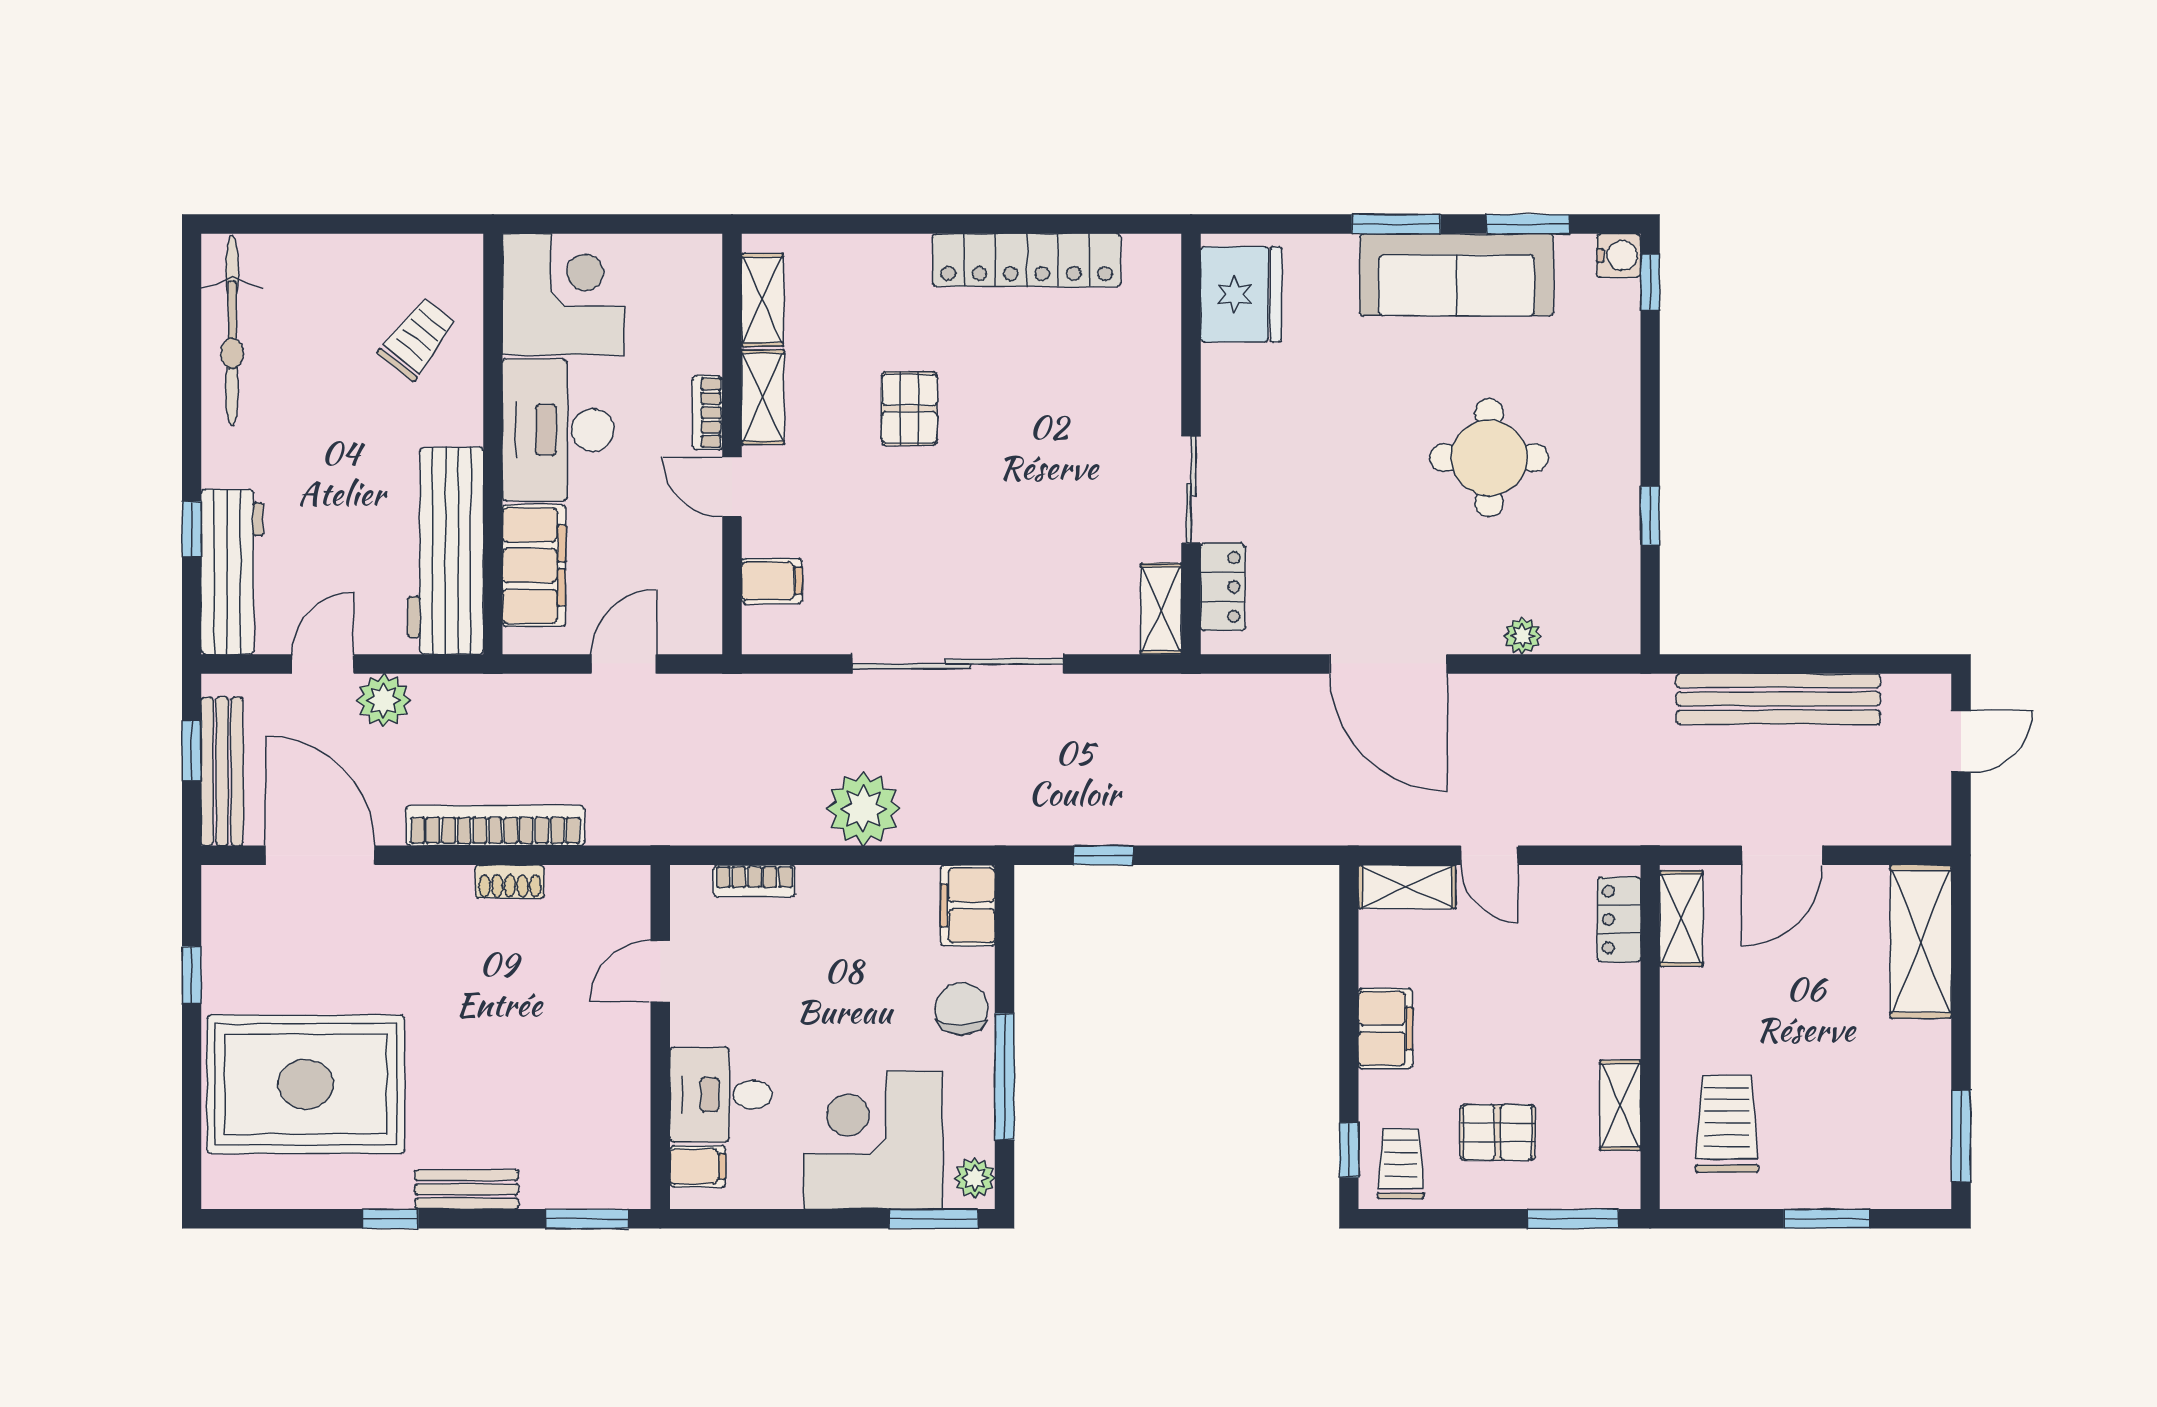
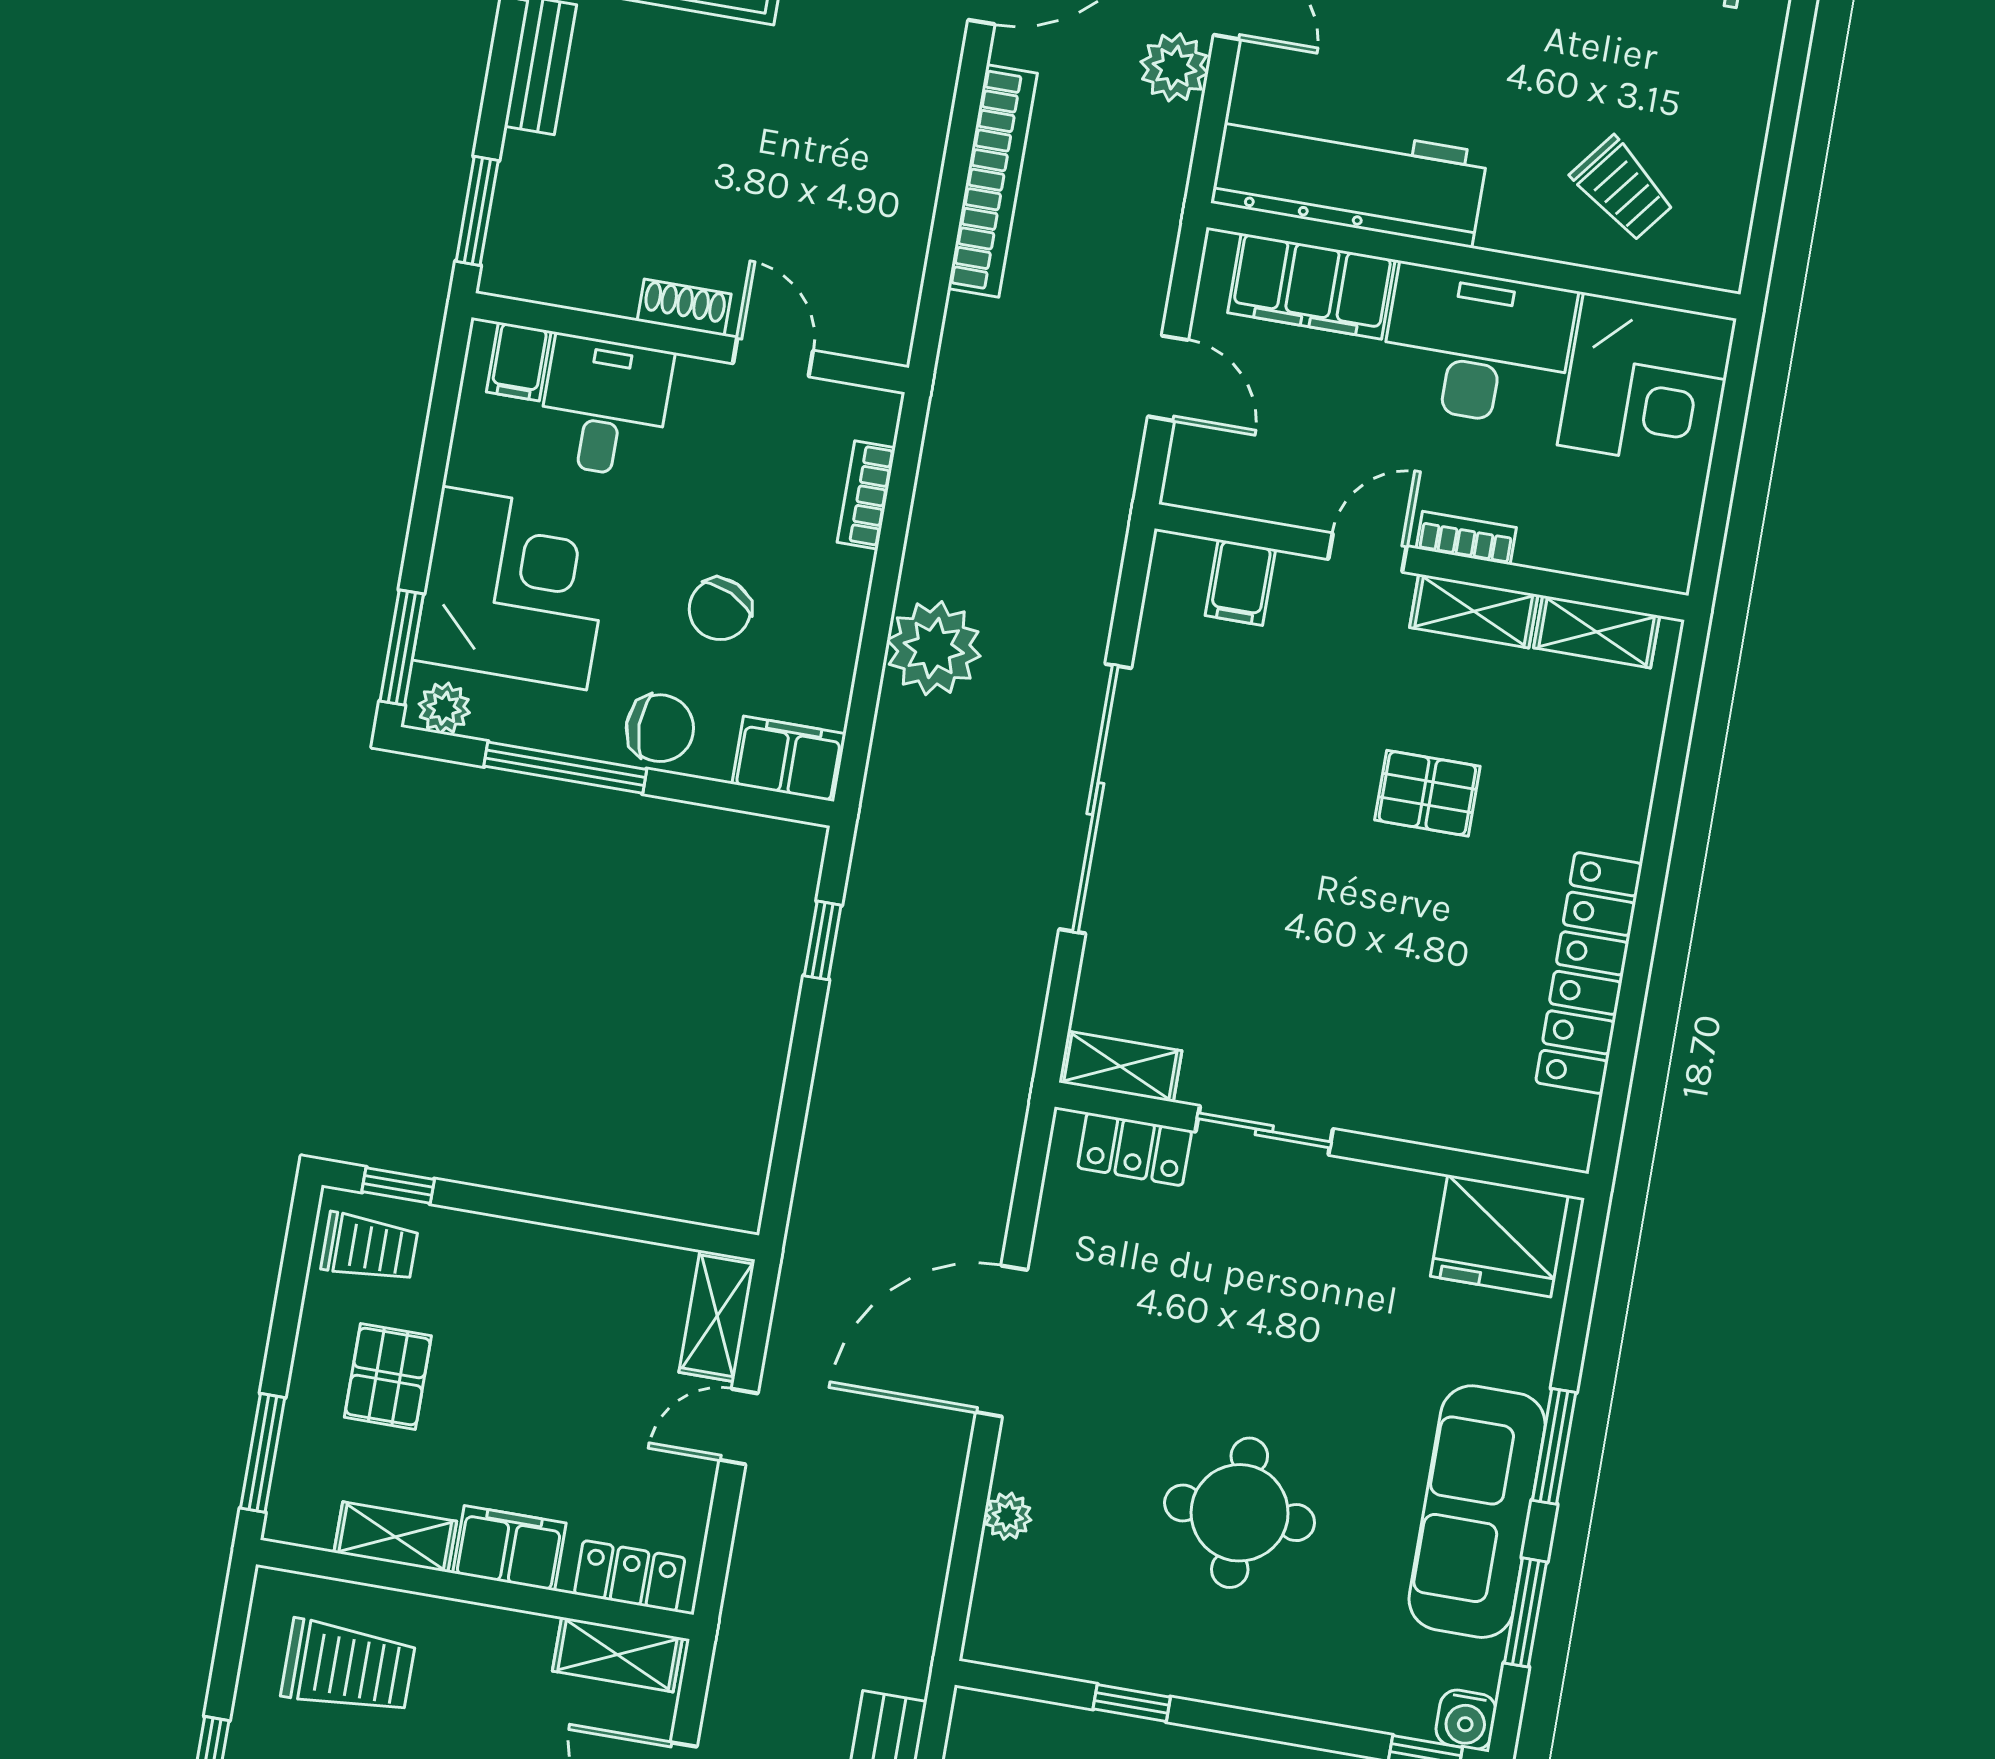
shoe rack: (510, 882) -> (684, 308), moved, turned 90
chair: (862, 979) -> (720, 609), added
filing cabinet: (1385, 1028) -> (509, 1548), moved, turned 180

